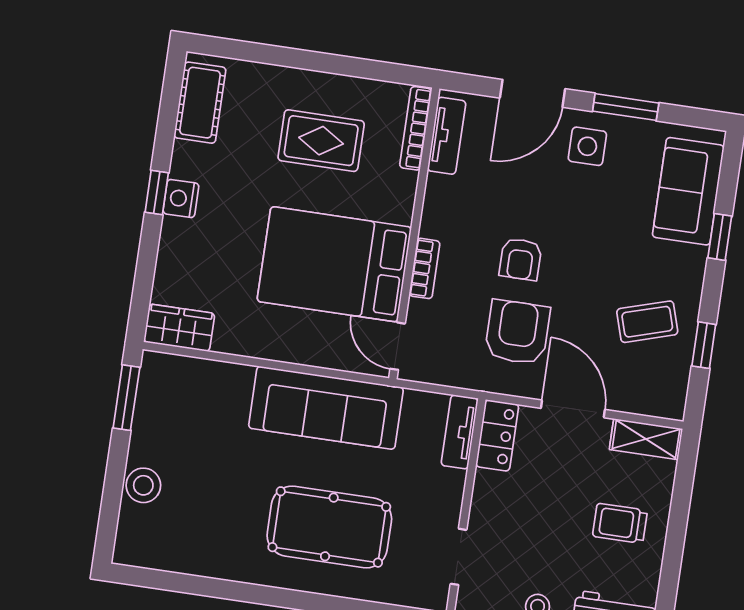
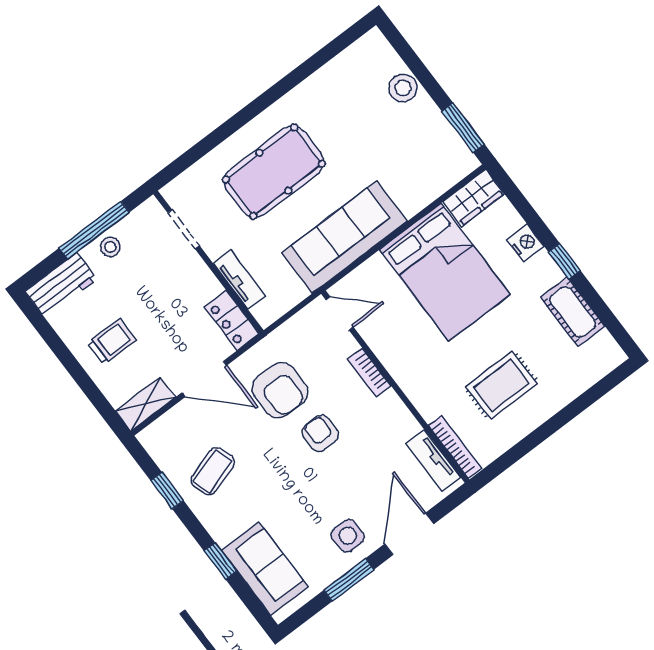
cot: (200, 103) -> (573, 312), moved
nightstand: (181, 198) -> (525, 243), moved
bed: (334, 264) -> (445, 272), moved, turned 90
tv unit: (460, 432) -> (239, 280), moved

